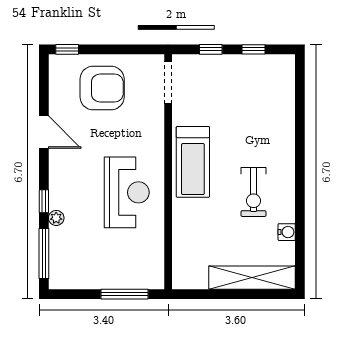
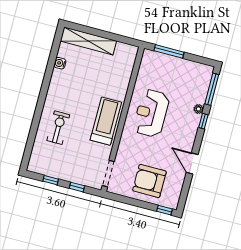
exercise bike: (254, 192) -> (58, 128), moved

